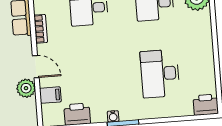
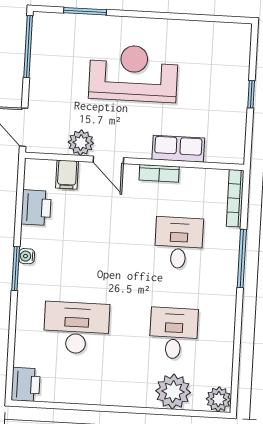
door: (36, 67) -> (108, 160), hinge flipped

